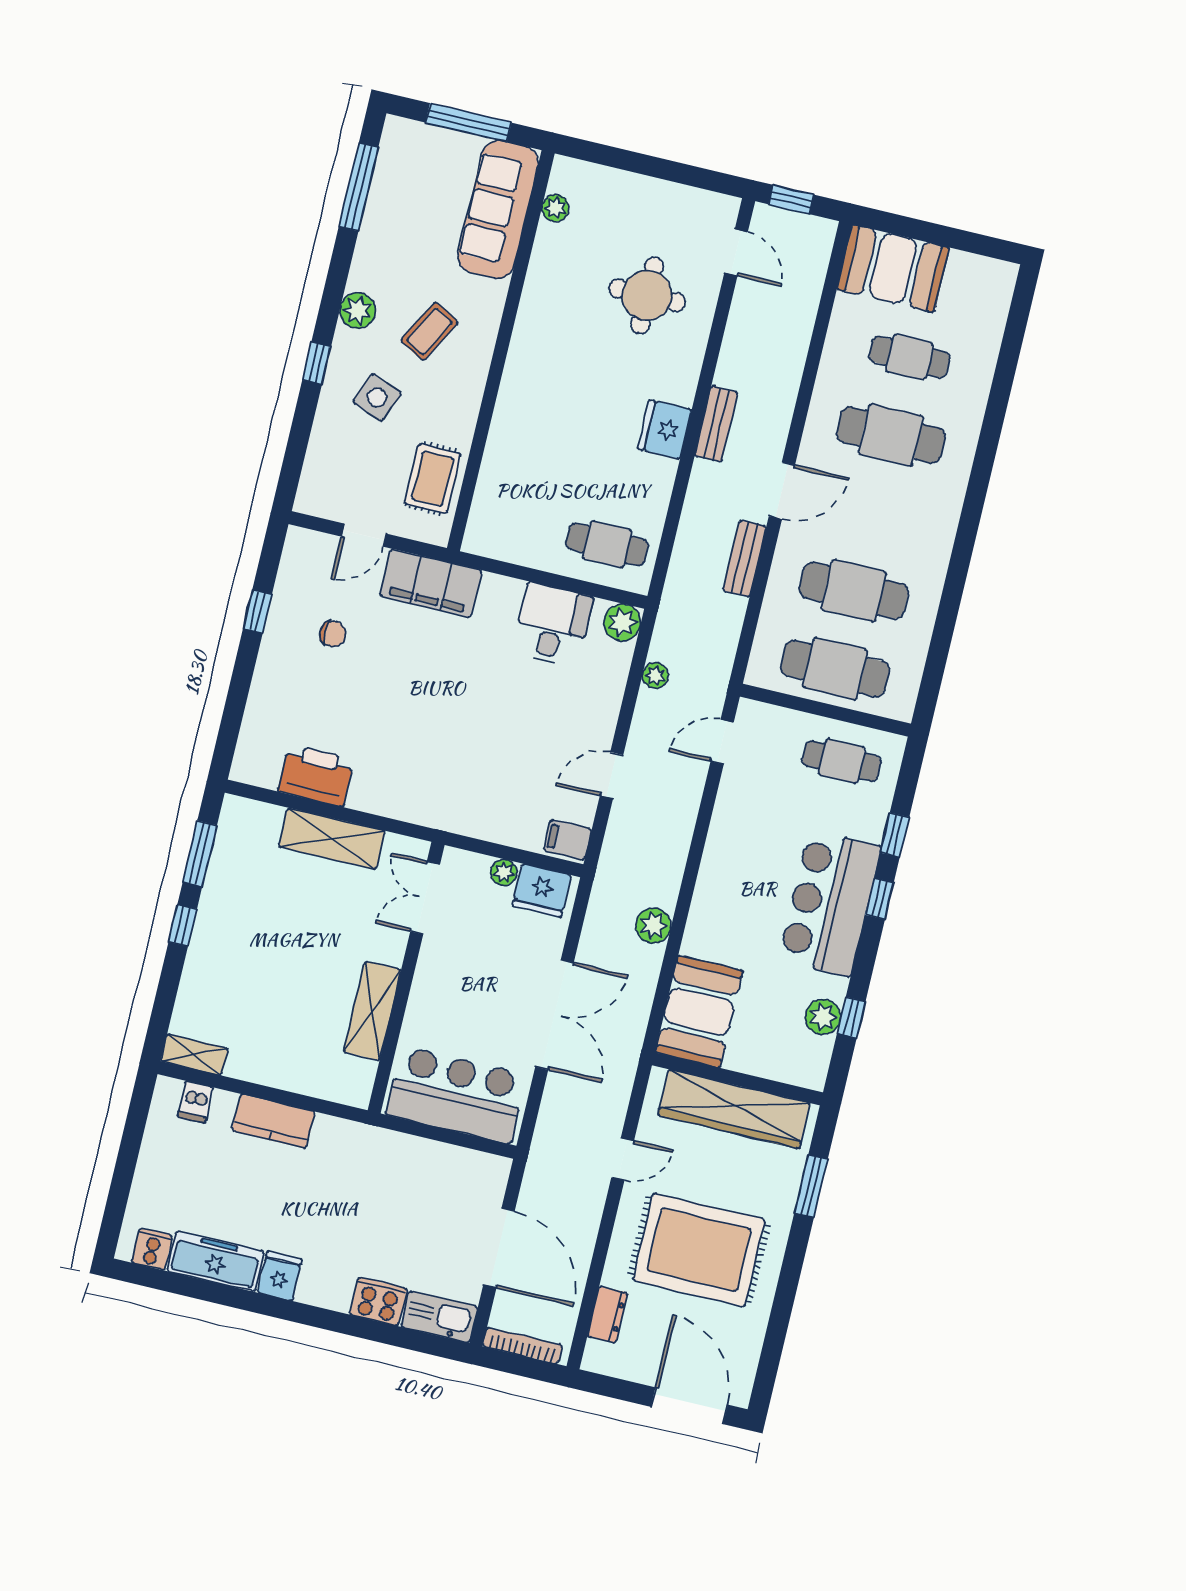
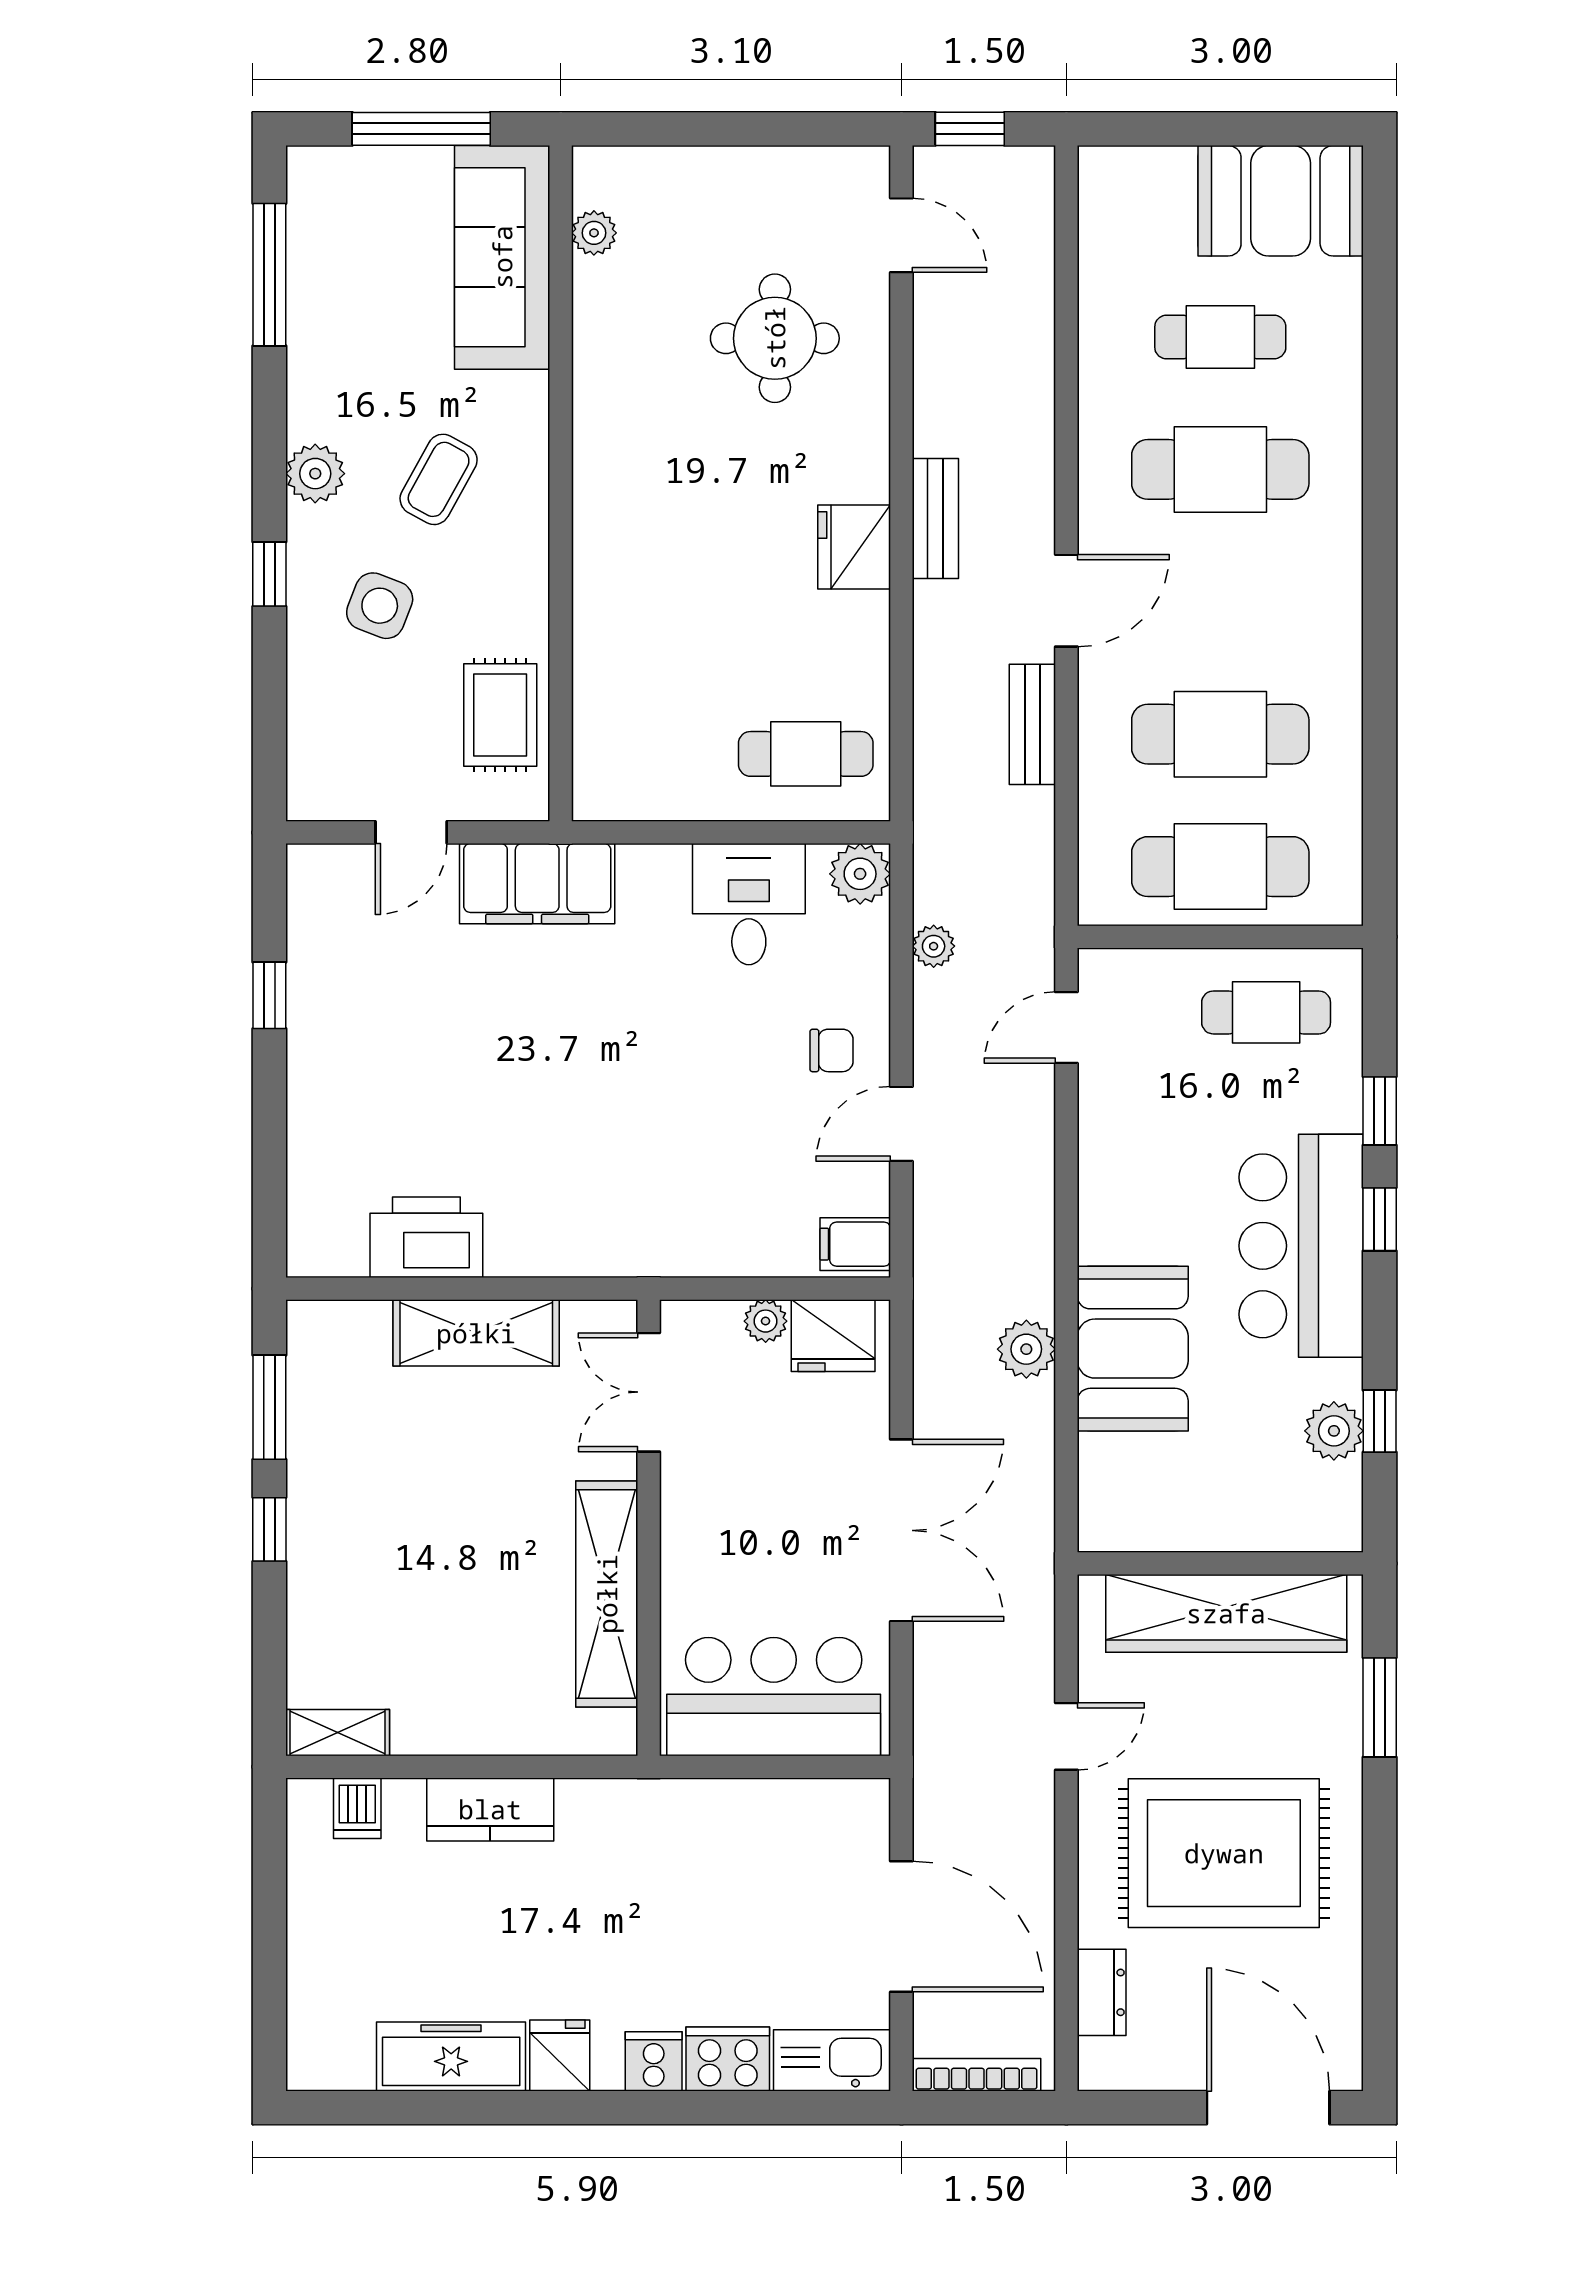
booth: (893, 268) -> (1281, 201), moved
chair: (333, 634) -> (832, 1050), moved
shelving: (372, 1011) -> (607, 1594), width x1.47
booth: (699, 1012) -> (1133, 1349), moved
cooker: (152, 1249) -> (654, 2061), moved

